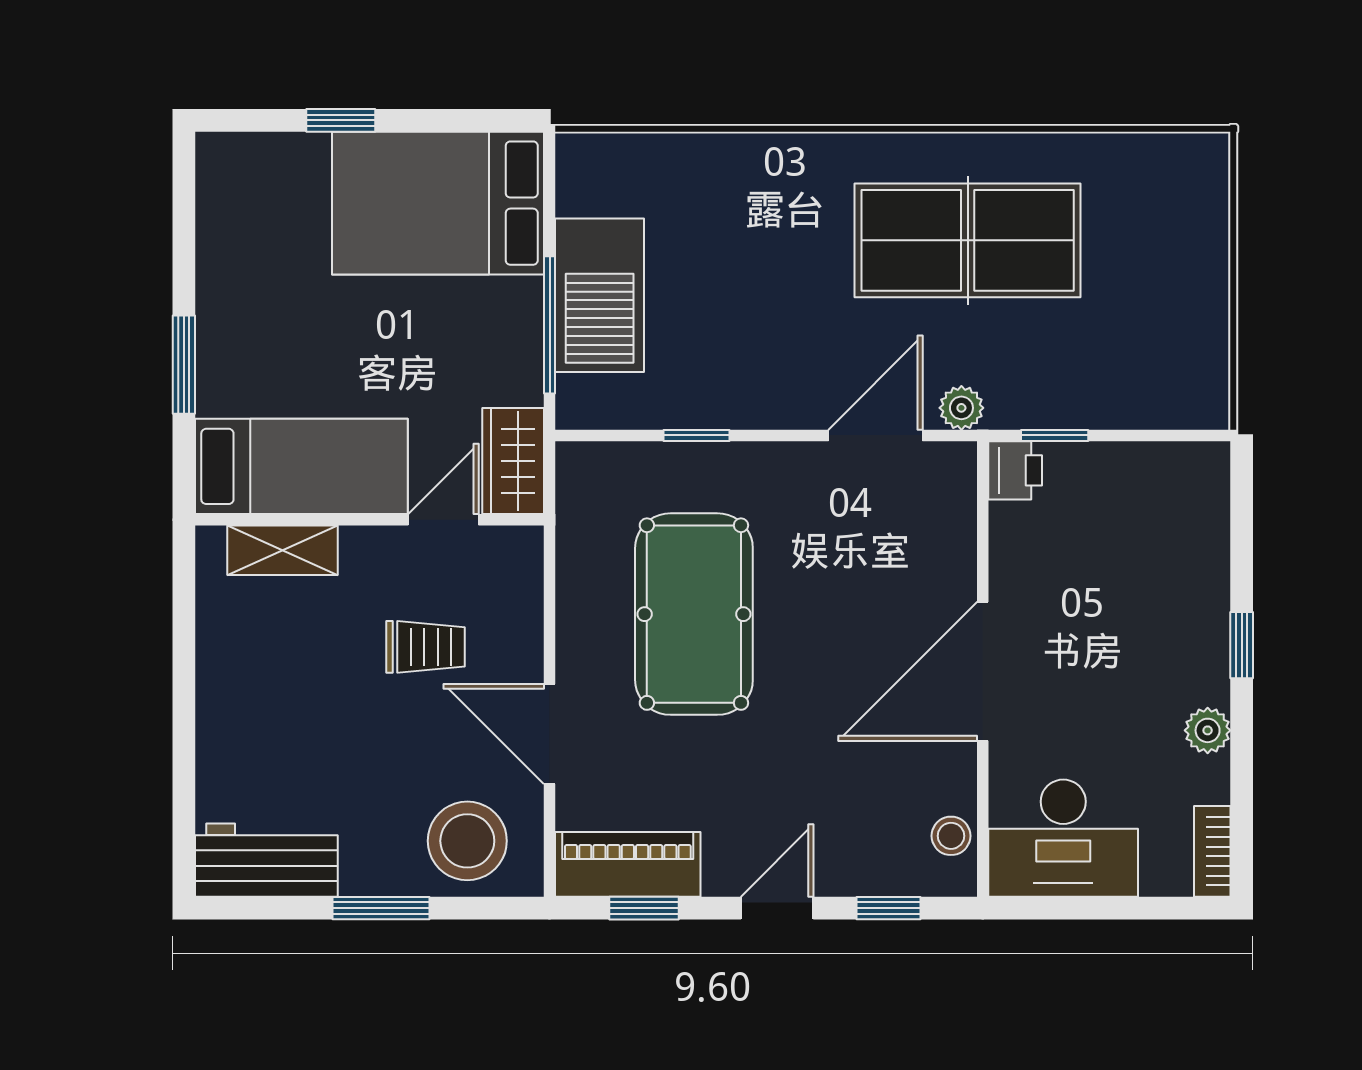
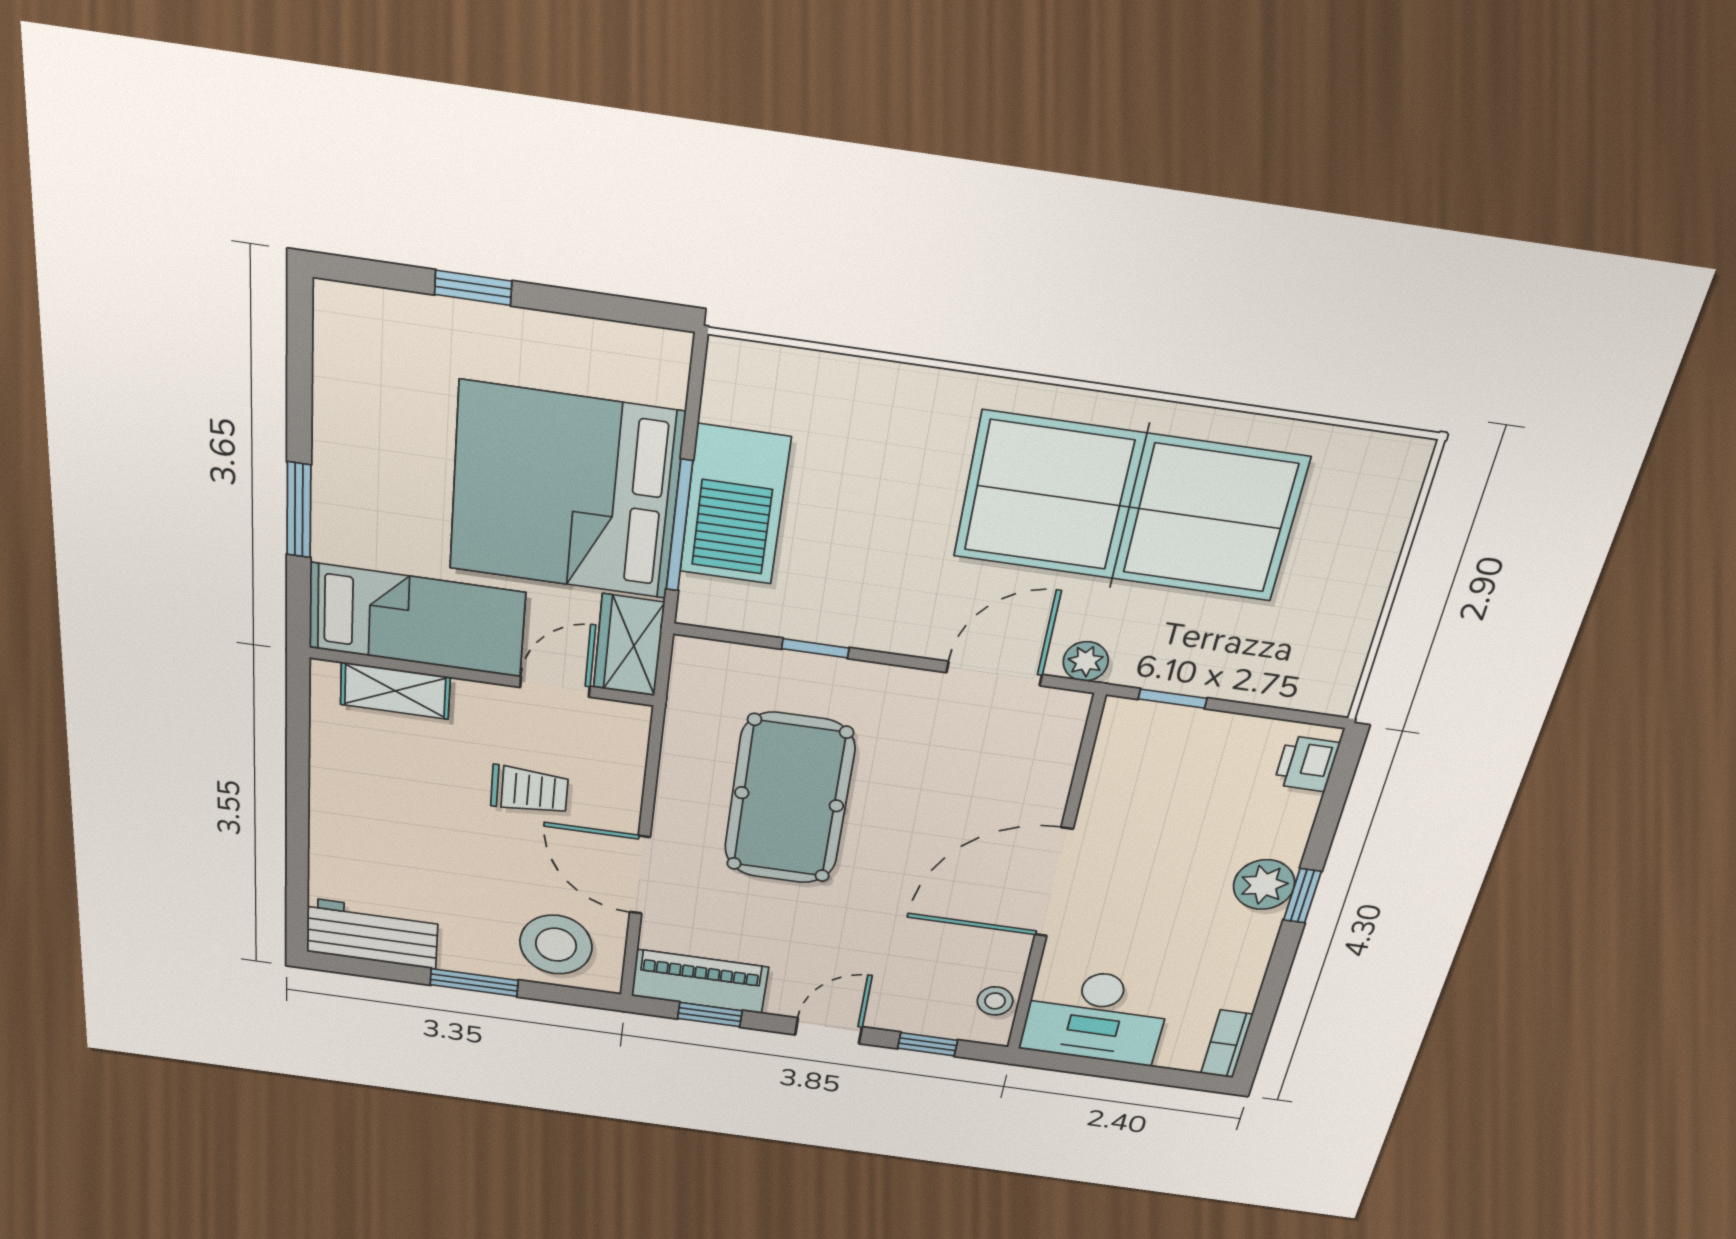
bed: (438, 203) -> (565, 491), moved, width x1.36
table tennis table: (968, 240) -> (1129, 507), width x1.36, depth x1.32
printer: (1015, 470) -> (1307, 764), moved, turned 180
plant: (1208, 730) -> (1264, 885), moved, width x1.38, depth x1.38

